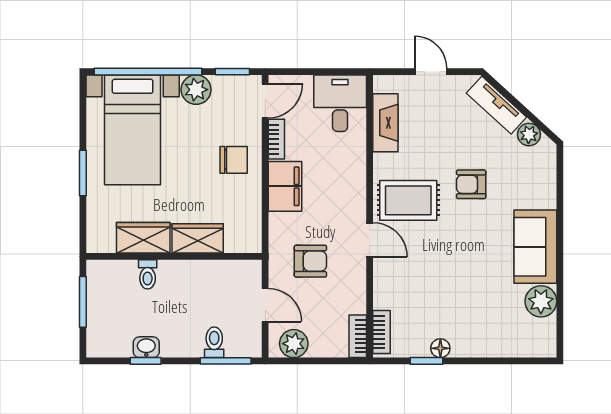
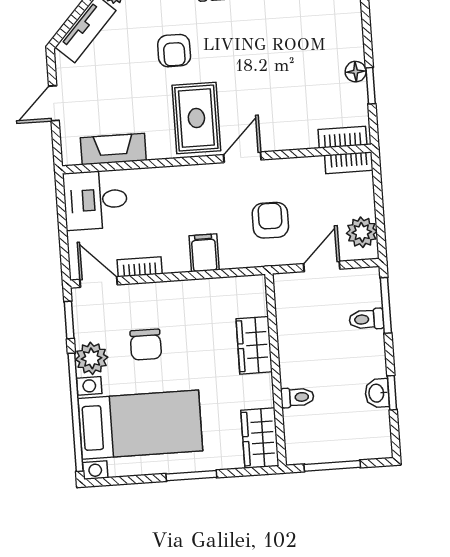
chair: (234, 160) -> (146, 345), moved, turned 180
filing cabinet: (285, 186) -> (204, 253), width x0.50
wardrobe: (143, 238) -> (260, 438), moved

